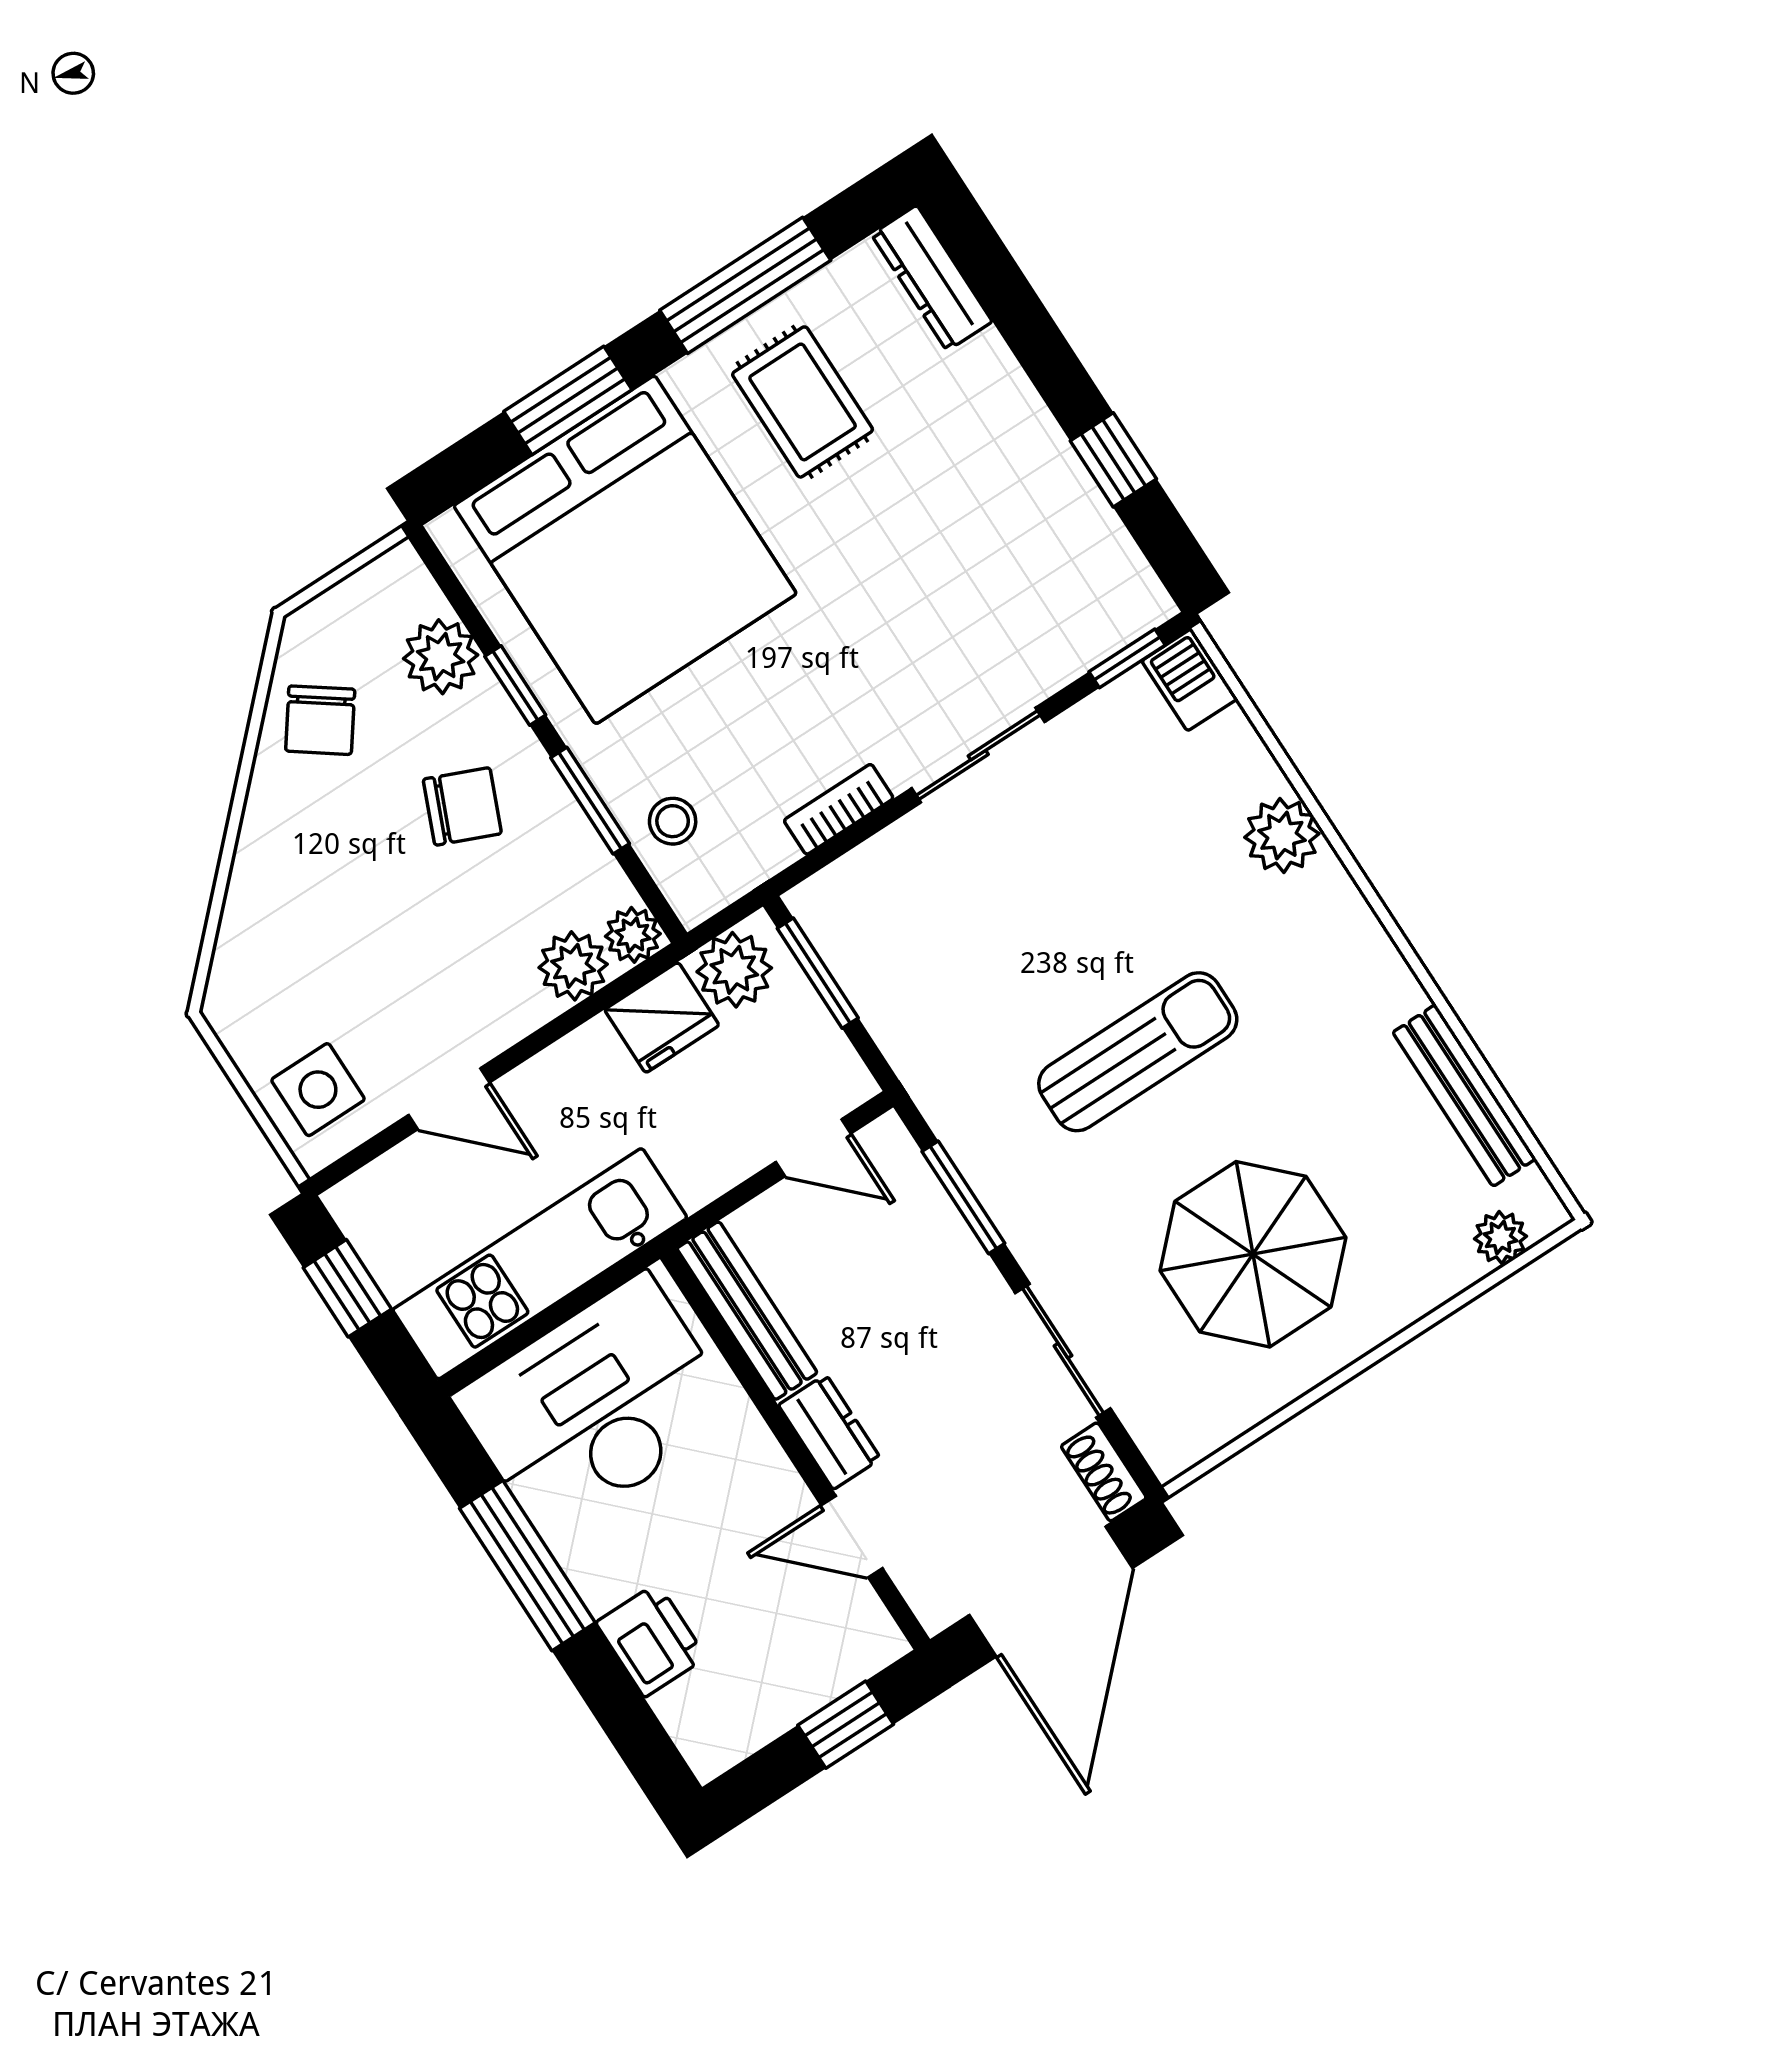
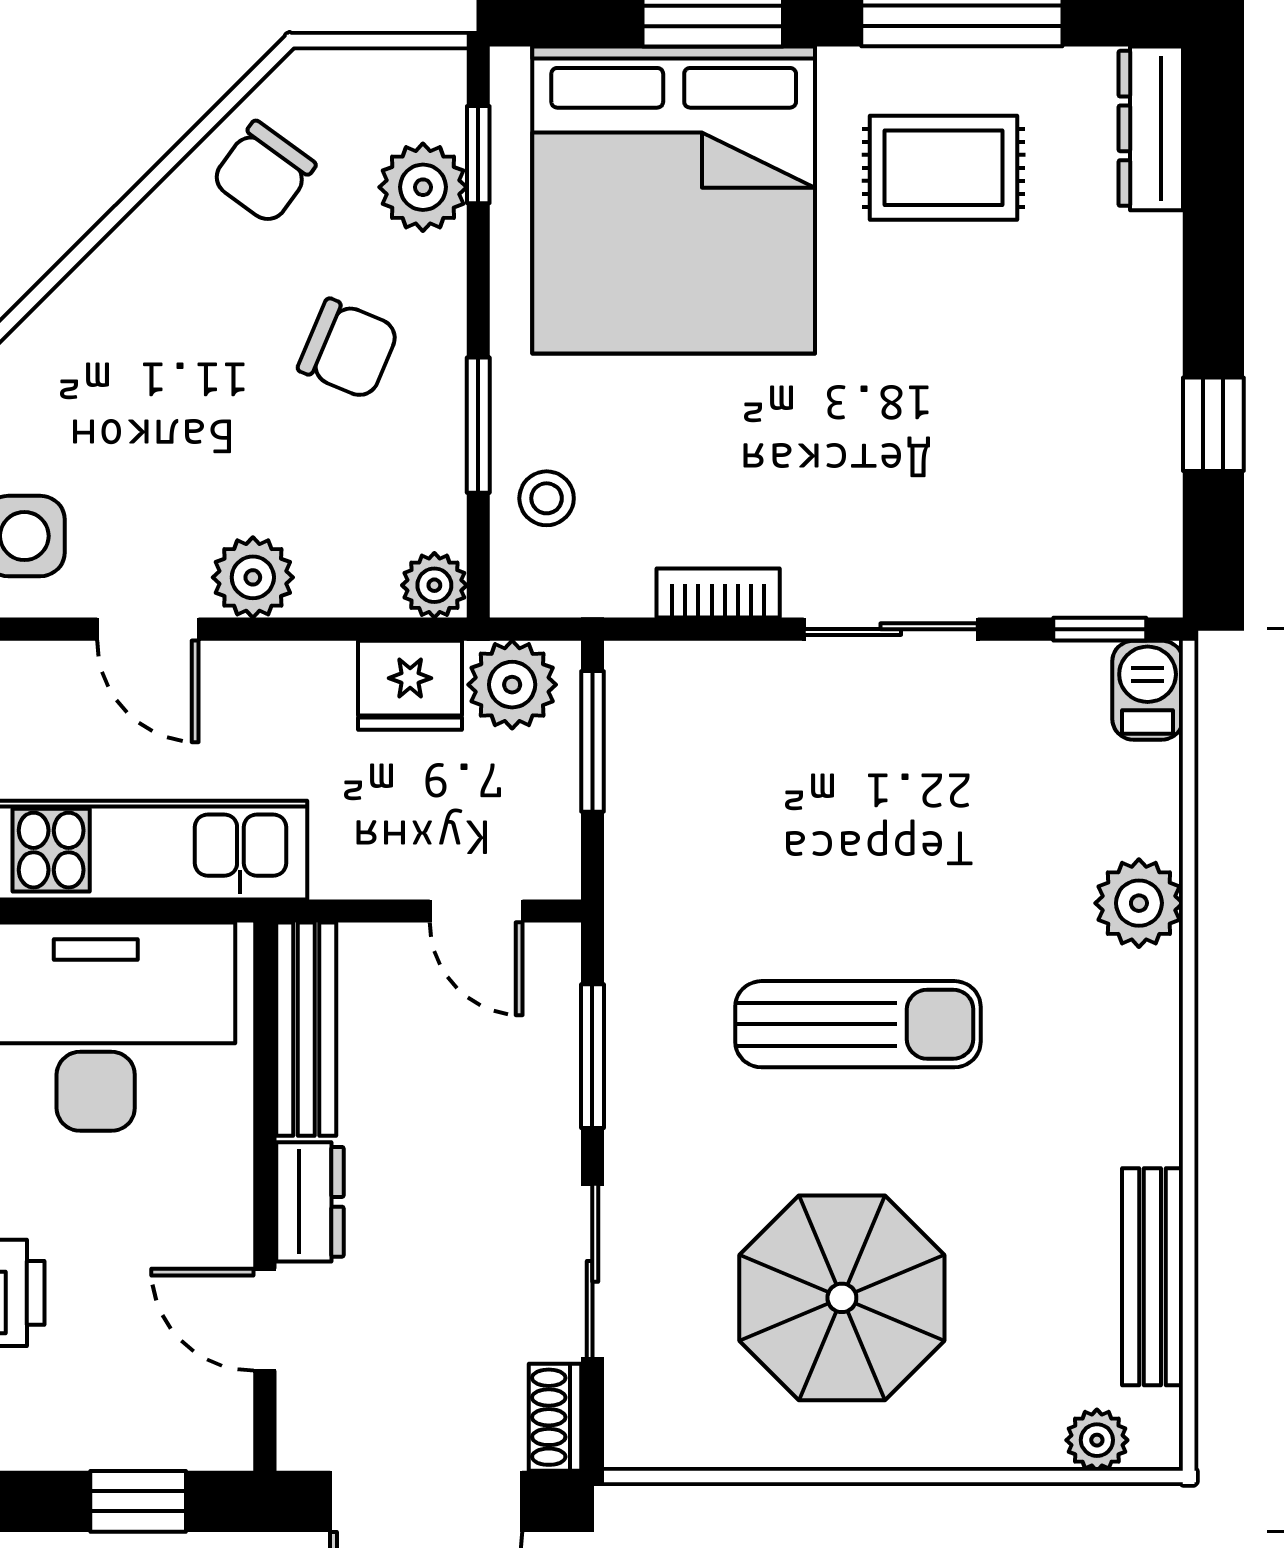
rug: (803, 402) -> (944, 168), turned 90
window: (515, 686) -> (478, 155), moved
plant: (573, 966) -> (253, 577), moved

